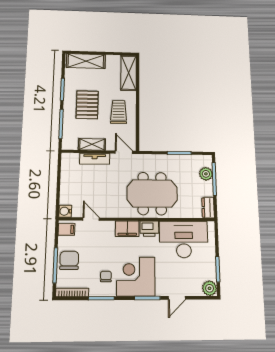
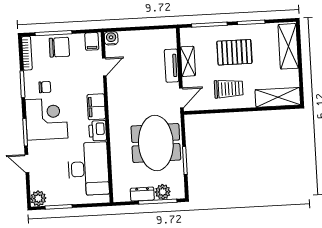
meeting table: (152, 194) -> (156, 143), moved
dresser: (208, 208) -> (142, 194), moved

